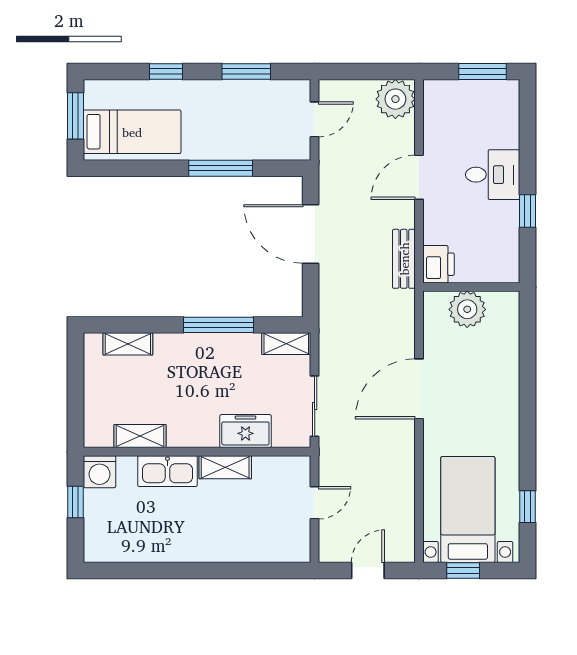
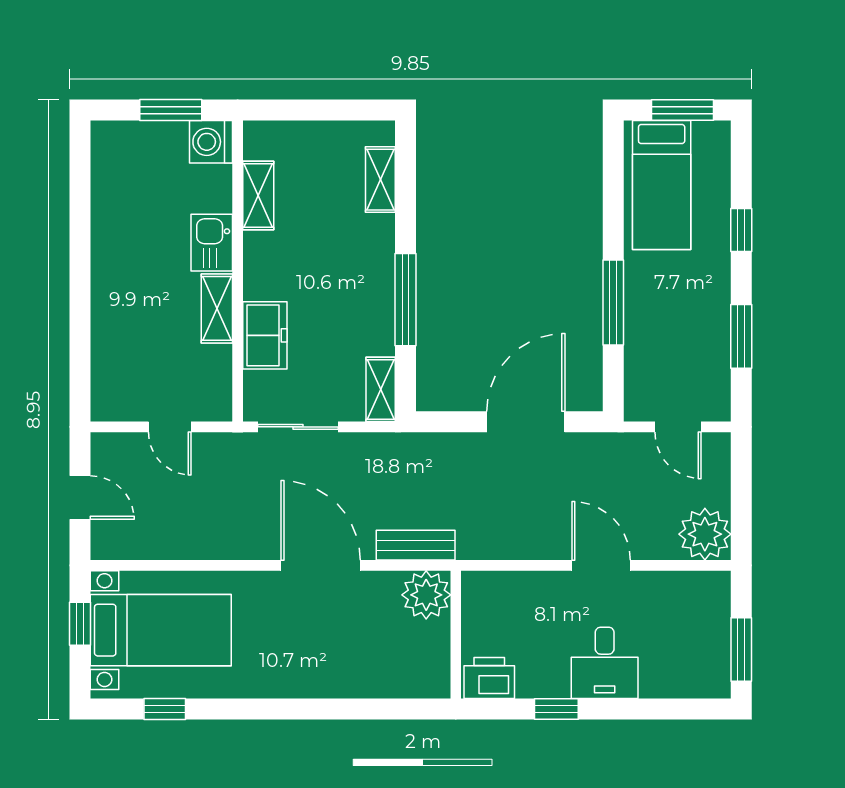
bench: (404, 259) -> (416, 545), moved
printer: (439, 264) -> (489, 678), moved, turned 180
plant: (467, 309) -> (426, 595), moved
kitchen sink: (167, 471) -> (212, 243), width x0.73
window: (76, 502) -> (171, 110), width x1.50

